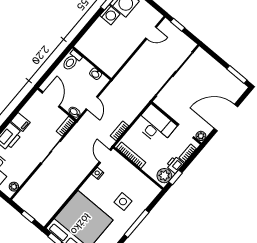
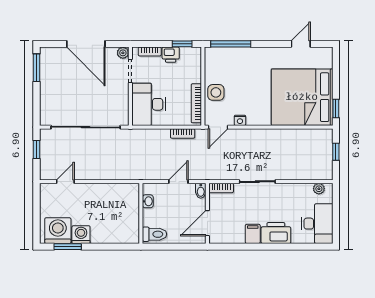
window: (178, 25) -> (37, 149), moved
door: (151, 33) -> (65, 182), hinge flipped
plant: (164, 176) -> (189, 56), removed
side table: (123, 202) -> (216, 92), moved
window: (137, 224) -> (231, 44), moved

